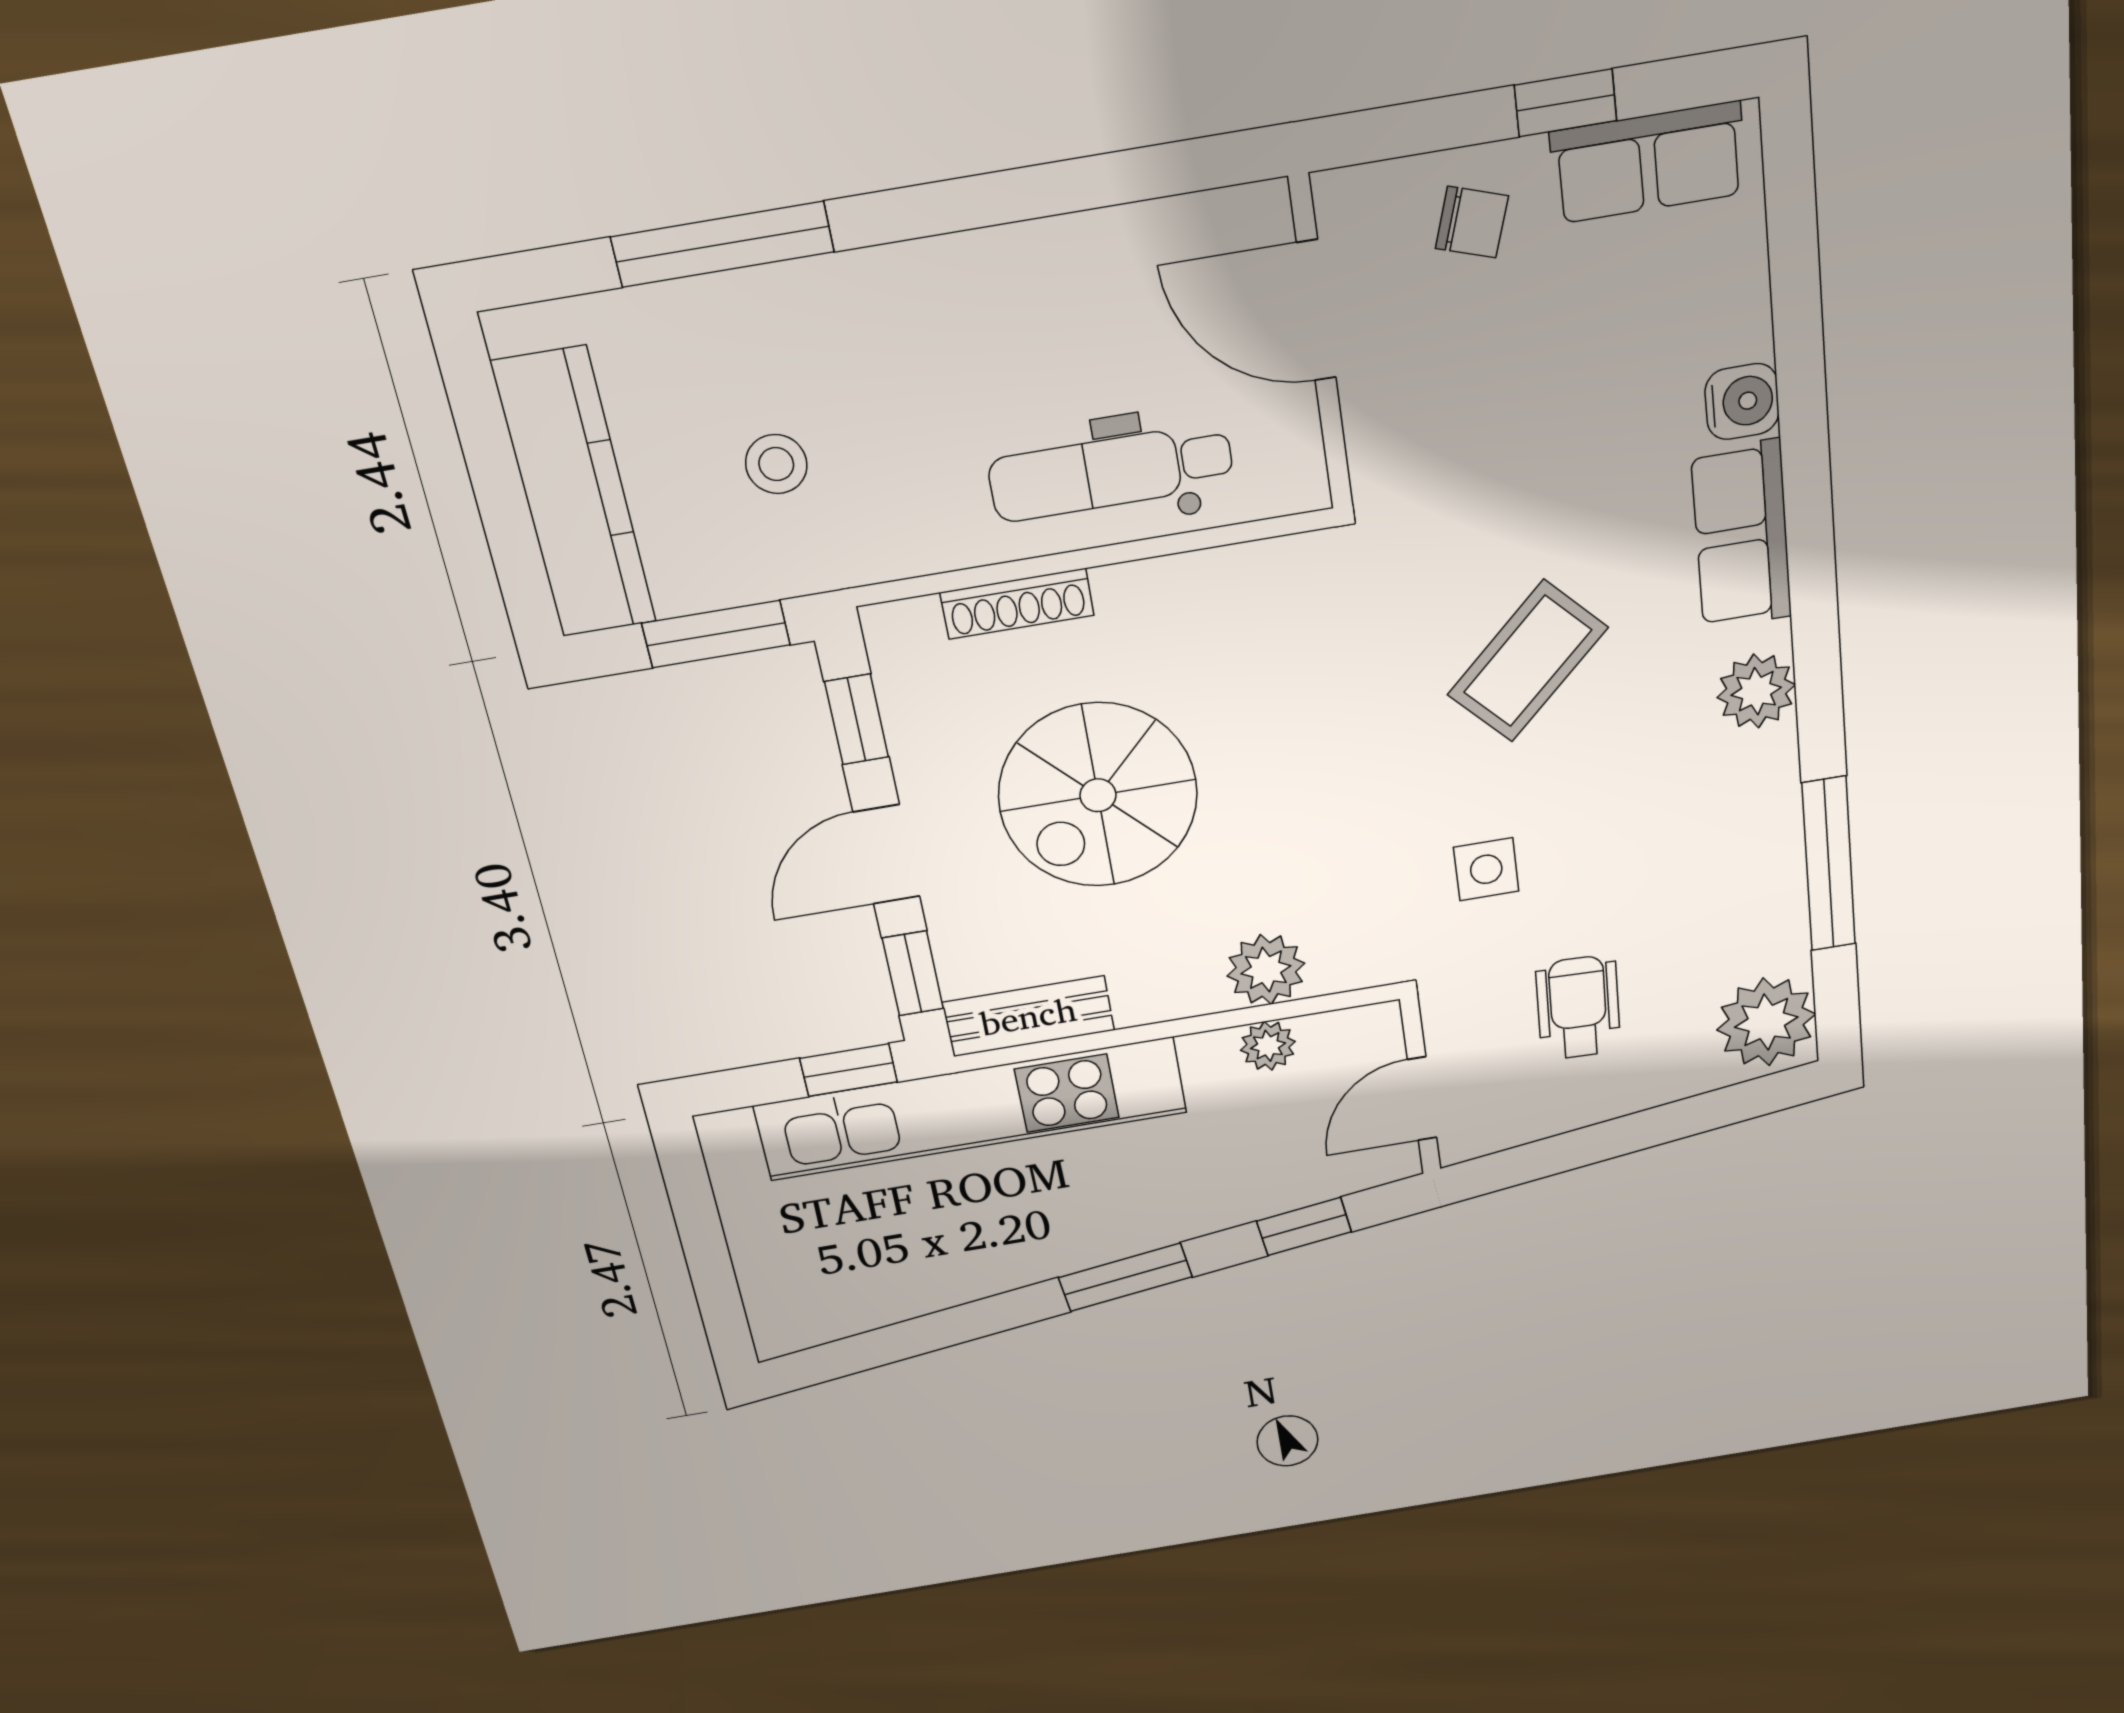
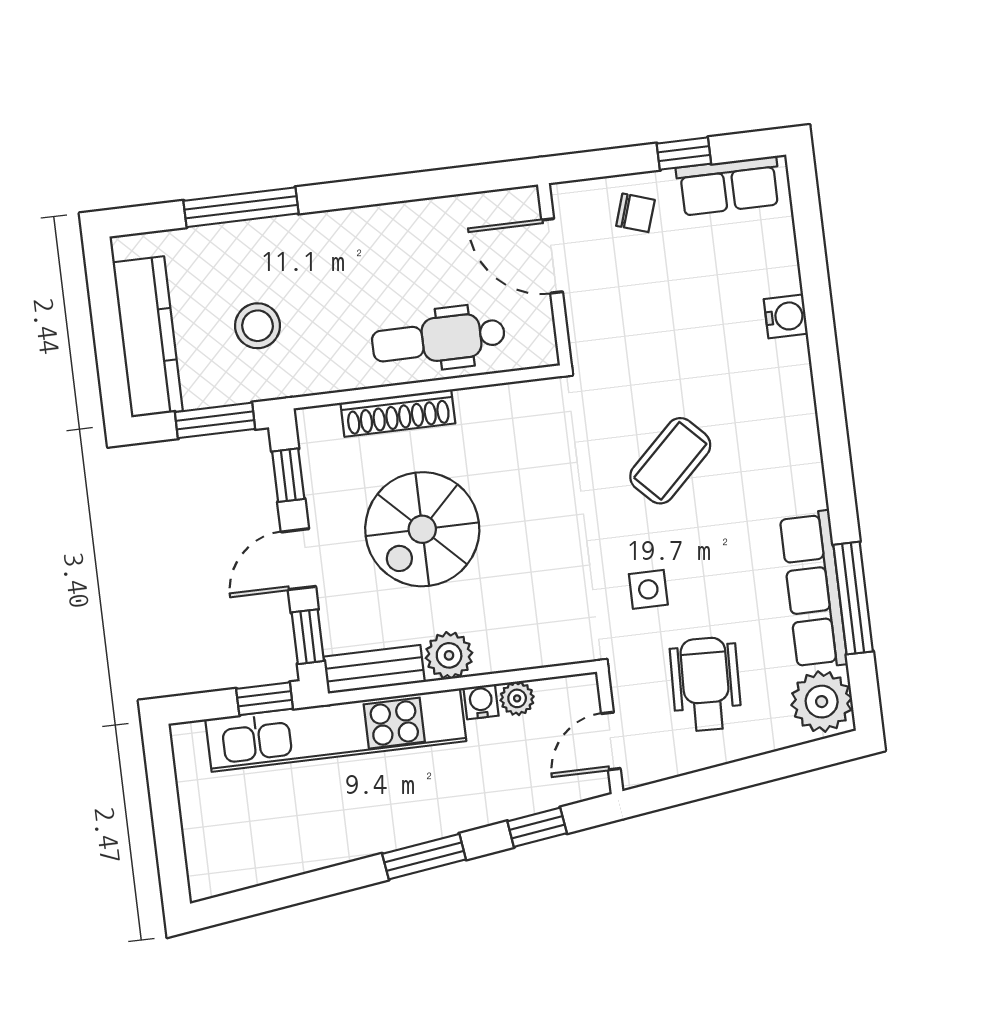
stool: (776, 464) -> (258, 326), width x1.37, depth x1.37
row of seats: (1742, 535) -> (814, 590), moved, width x1.48
shoe rack: (1017, 604) -> (398, 413), width x1.36, depth x1.24
plant: (1756, 691) -> (803, 486), removed
plant: (1266, 970) -> (449, 655), moved
wheelchair: (1578, 1007) -> (706, 684), width x1.36, depth x1.37
water cooler: (1209, 1054) -> (481, 702), added

